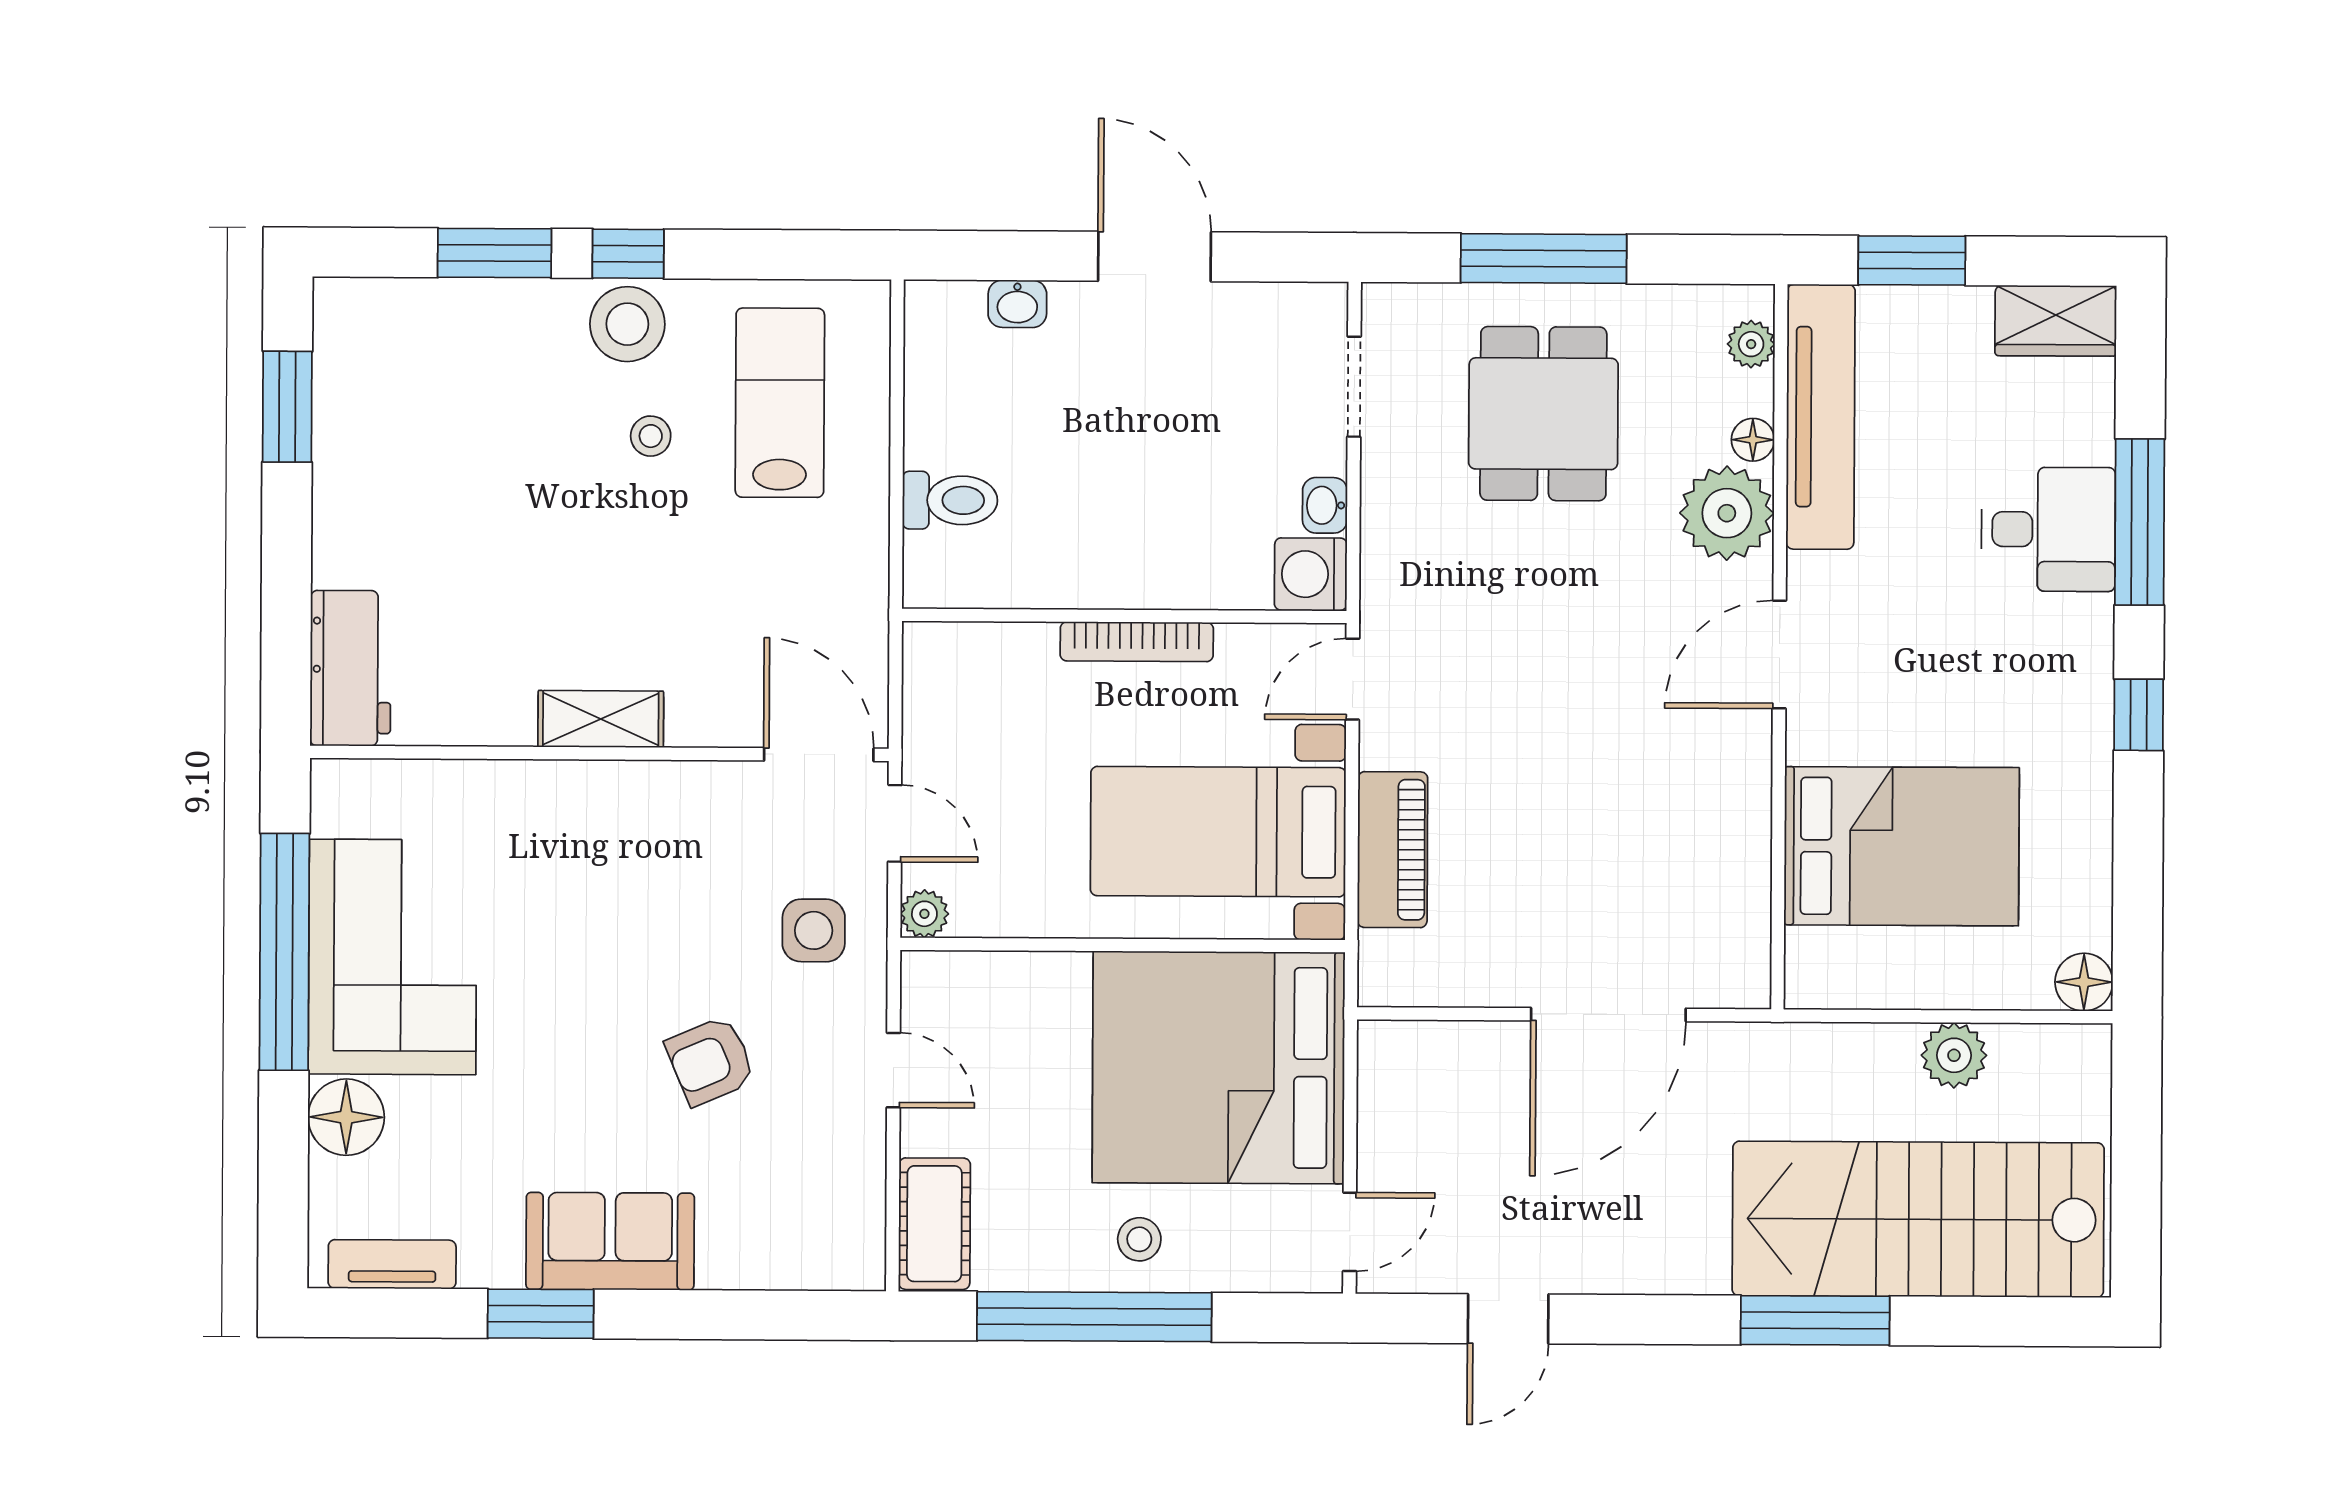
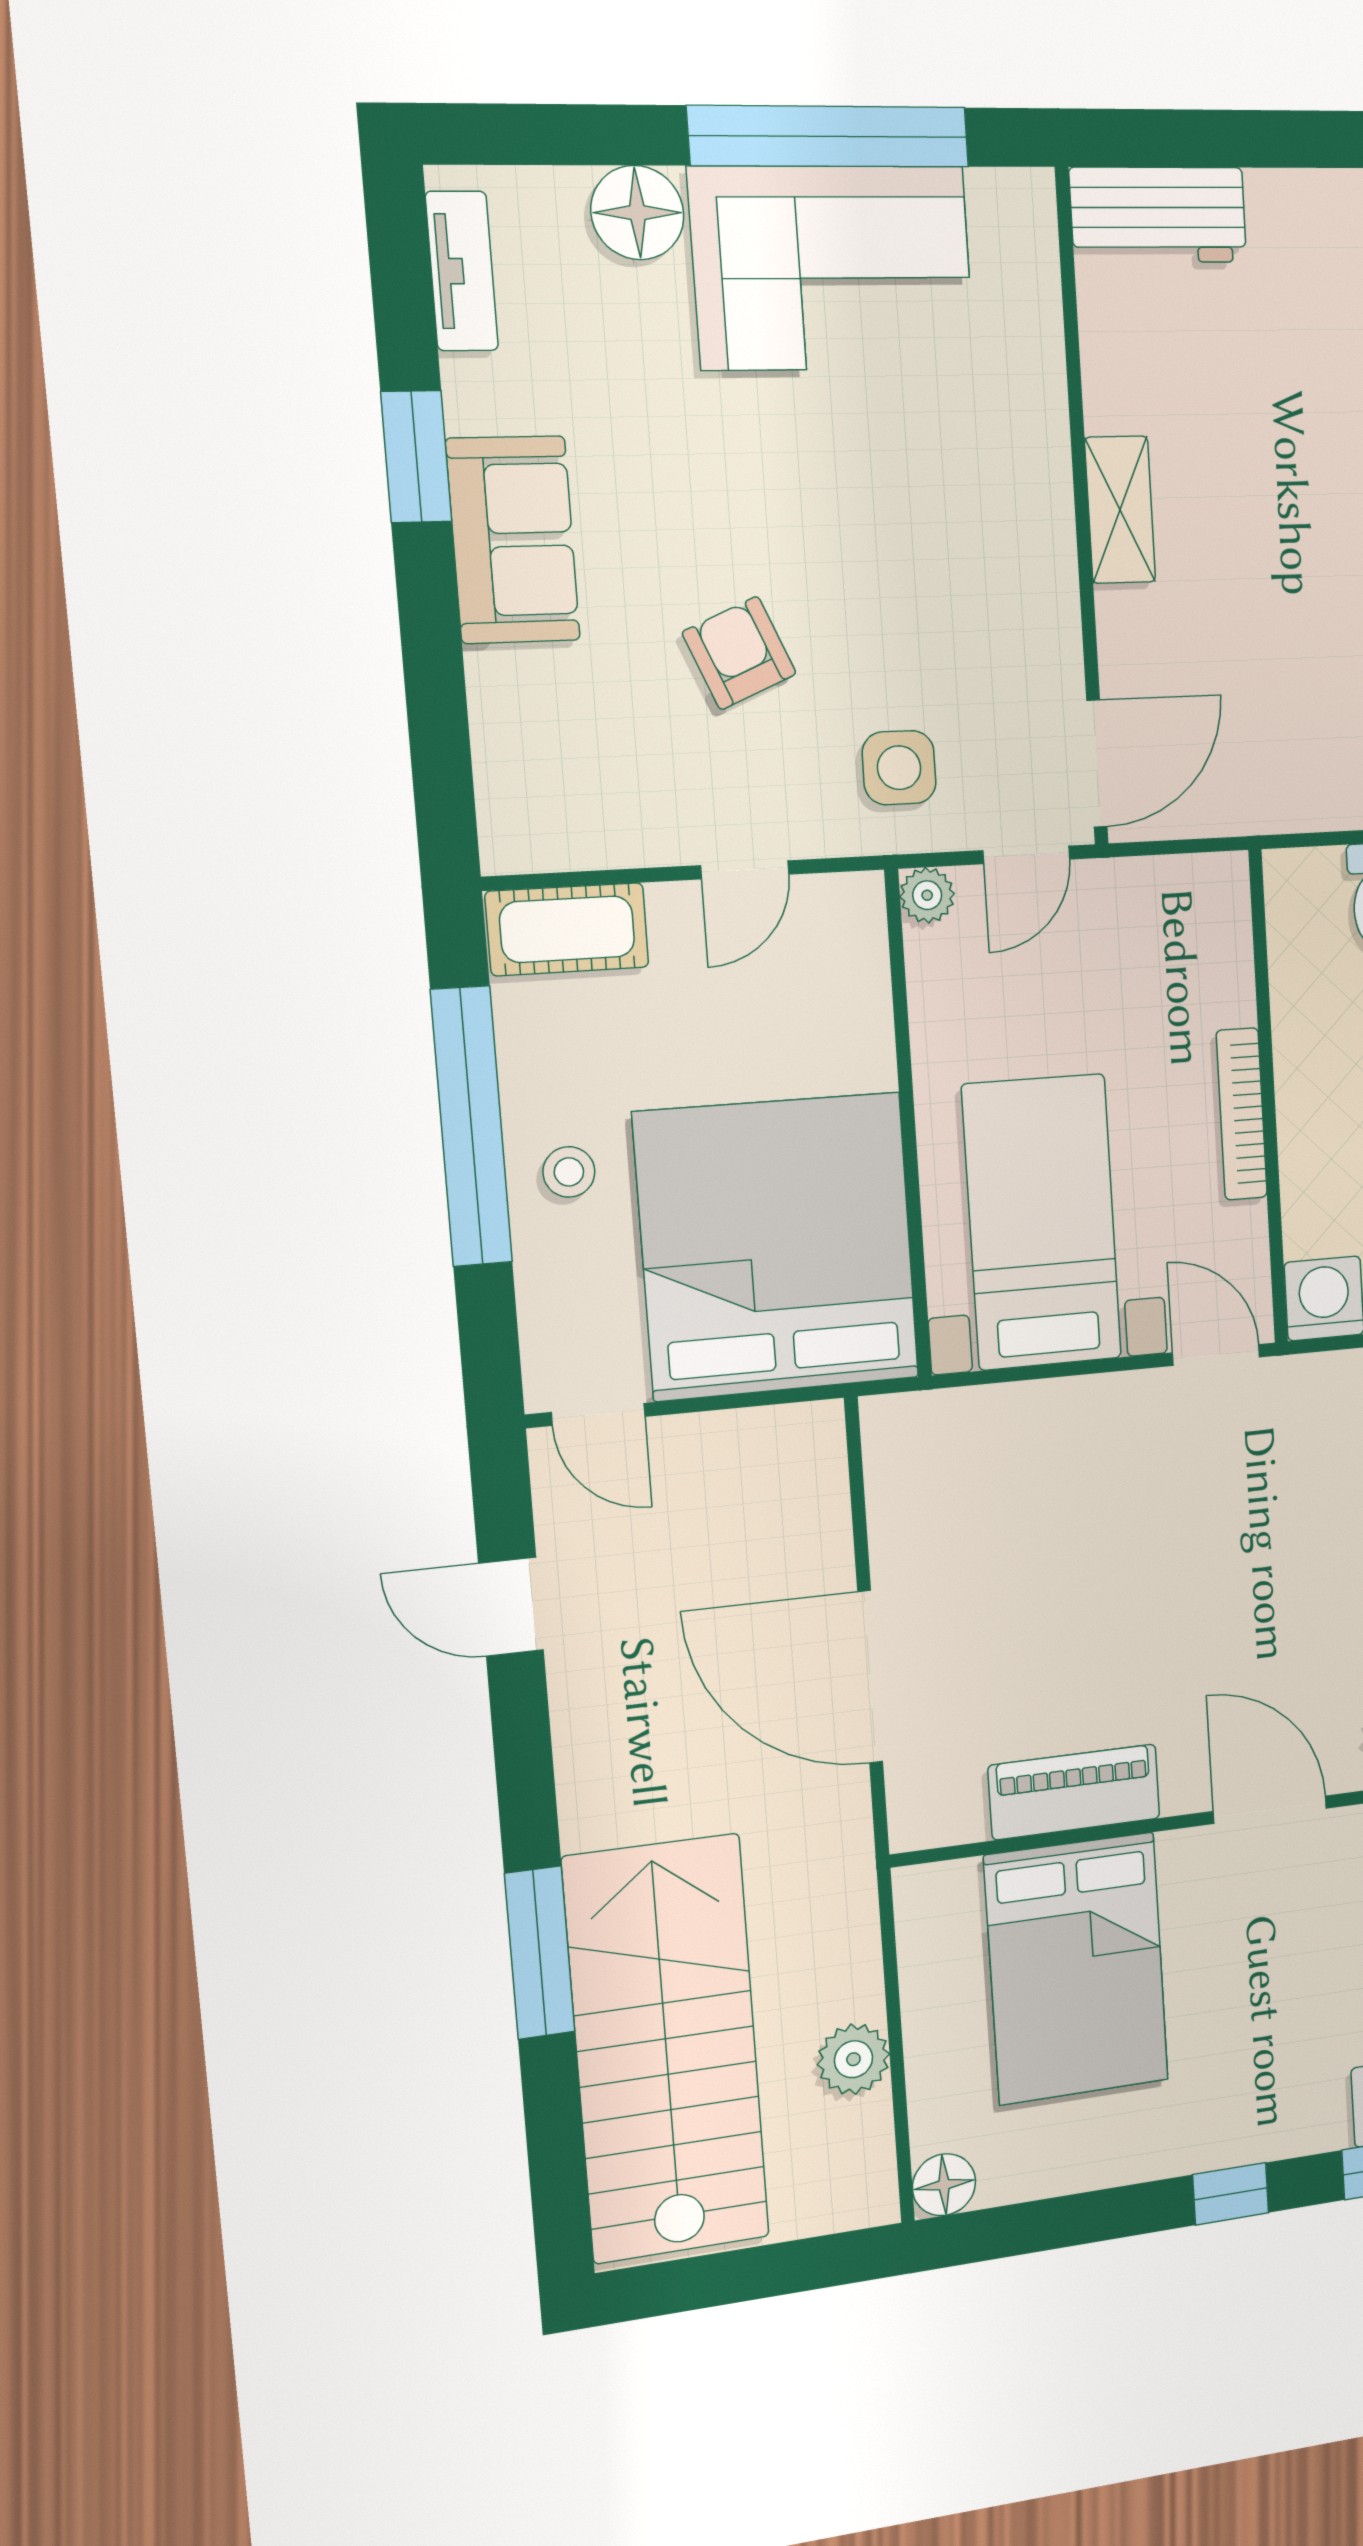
piano: (1393, 850) -> (1074, 1792), moved, turned 180

